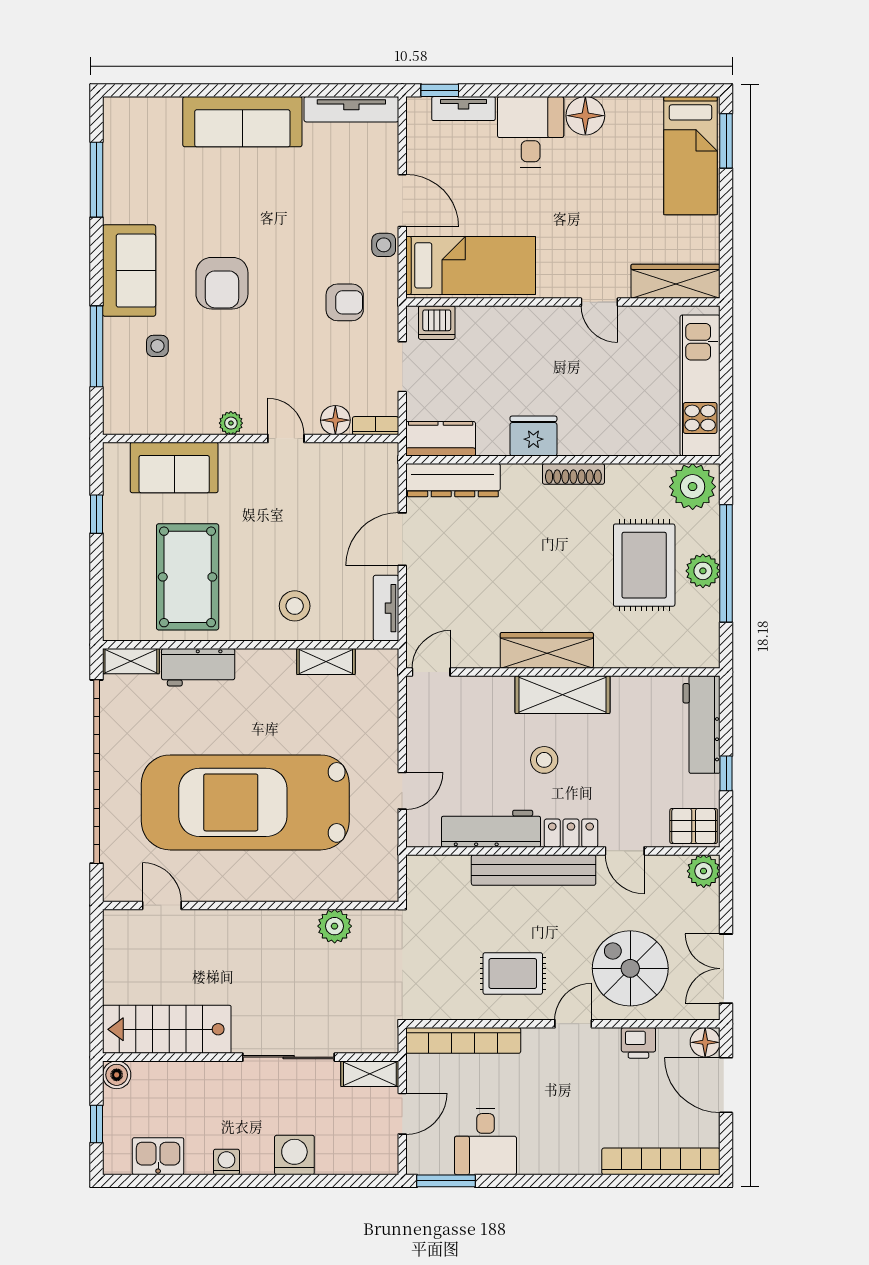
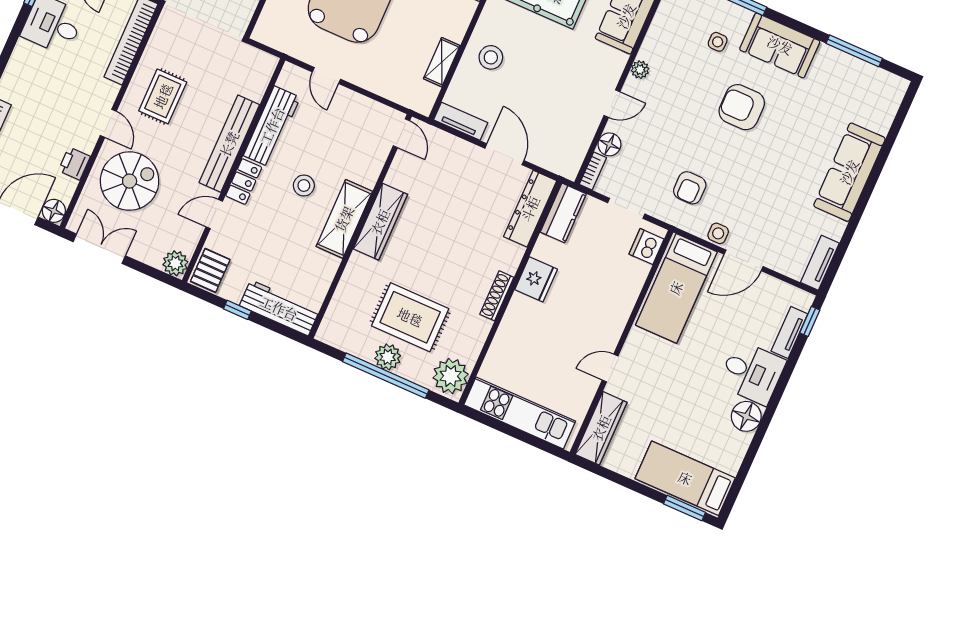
tv unit: (351, 109) -> (820, 263), width x0.71

